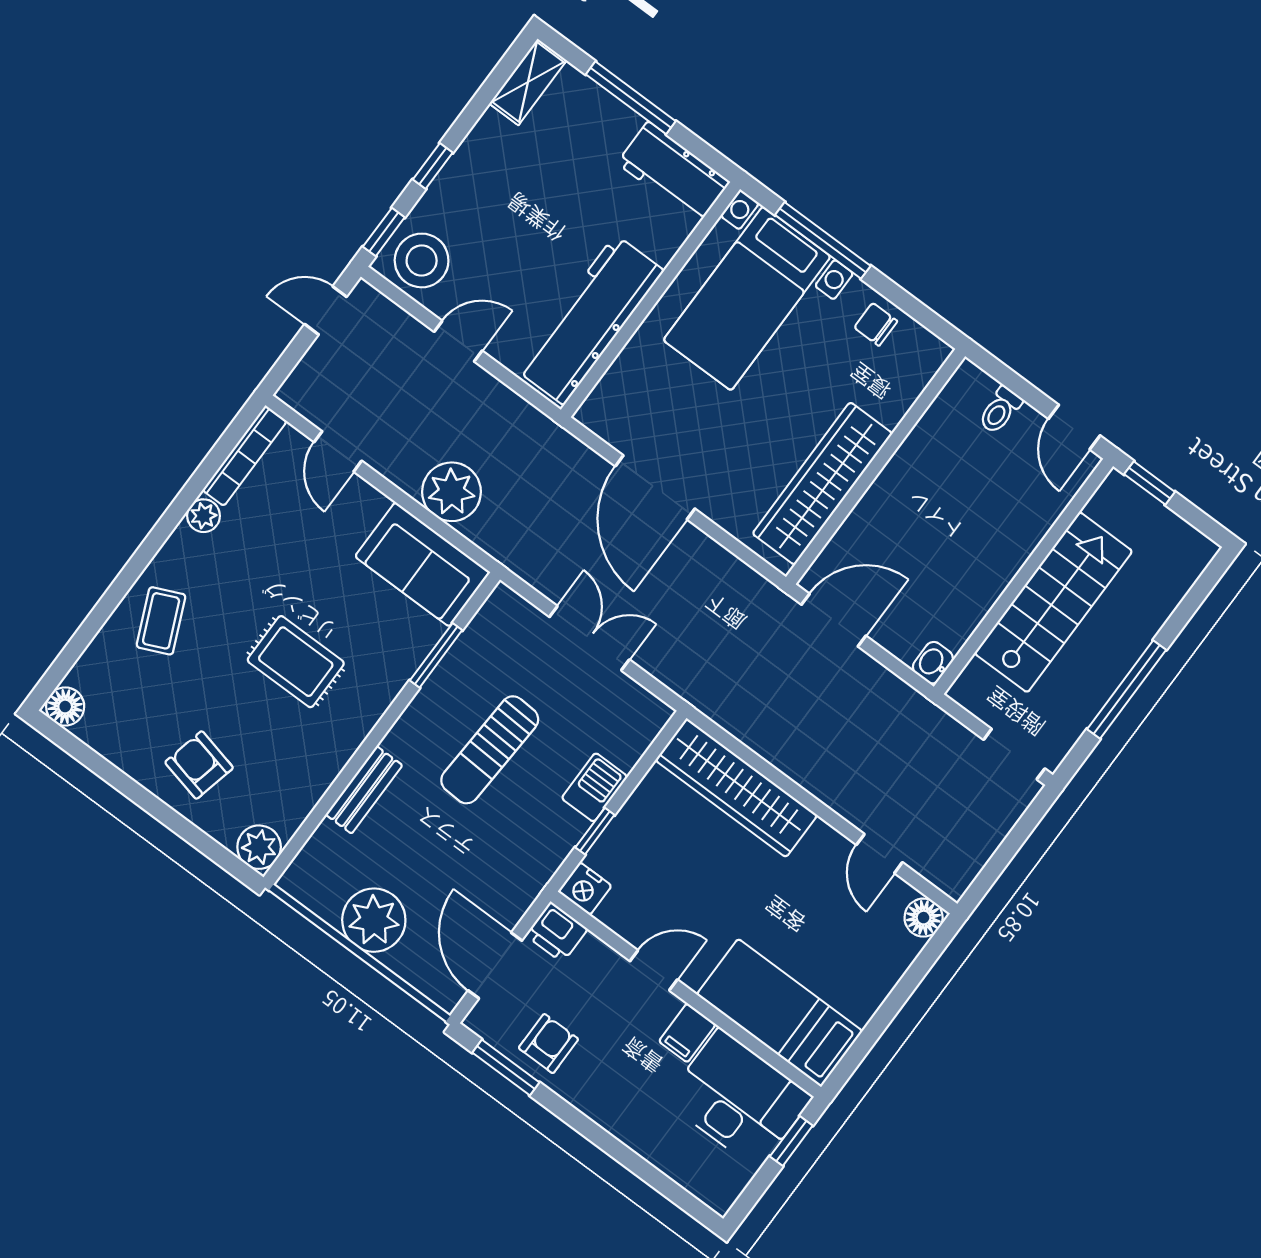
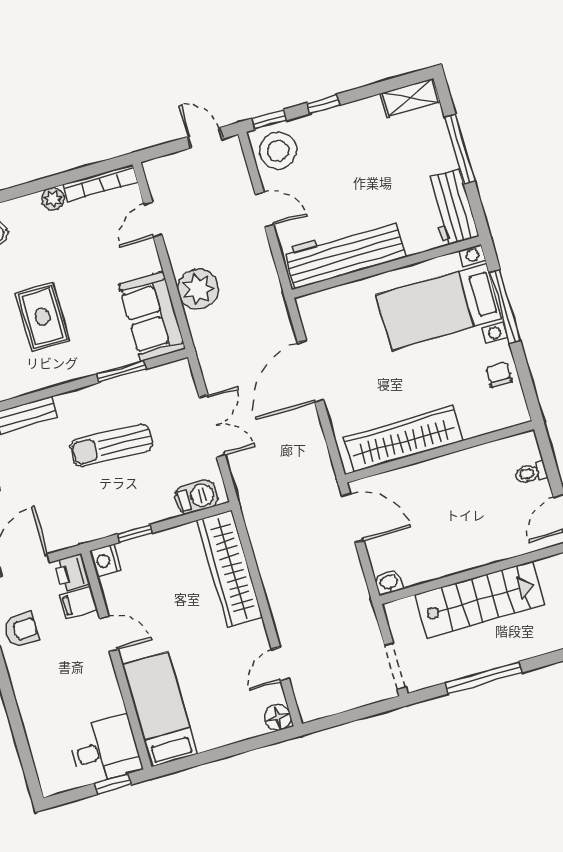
barbecue: (595, 787) -> (196, 497), moved
filing cabinet: (687, 1033) -> (78, 603), moved
desk: (739, 1099) -> (105, 750), width x0.73

